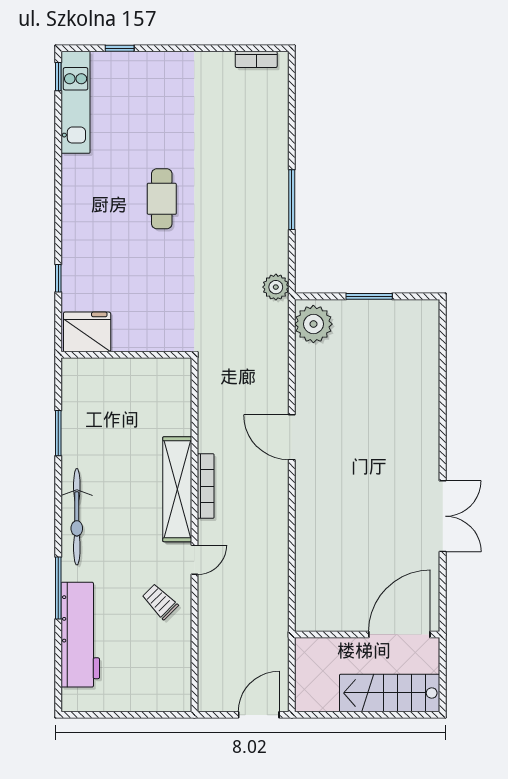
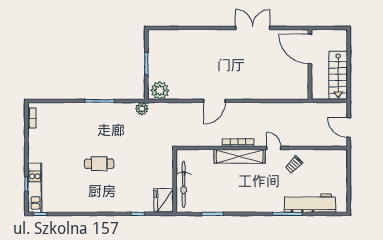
kitchen unit: (76, 102) -> (35, 188), moved, turned 90
bicycle: (77, 517) -> (184, 184), moved, turned 90
stairs: (390, 693) -> (338, 75), moved
door: (259, 715) -> (349, 128), moved

